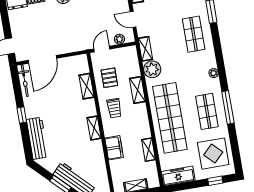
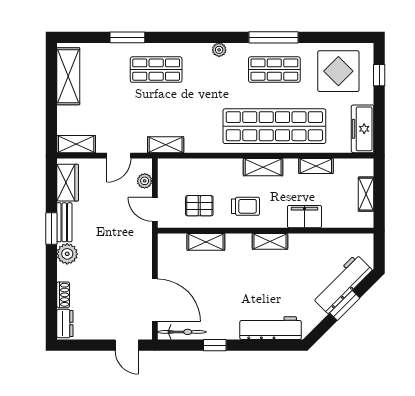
plant: (152, 69) -> (198, 140), removed
shelving: (137, 90) -> (263, 167), moved
window: (22, 115) -> (215, 345), moved

